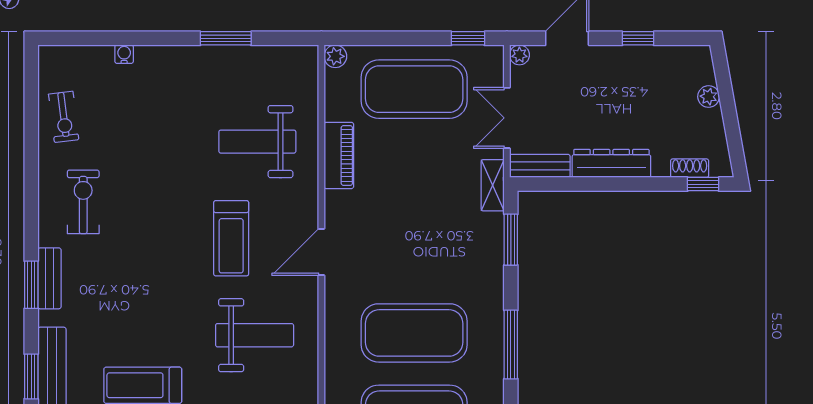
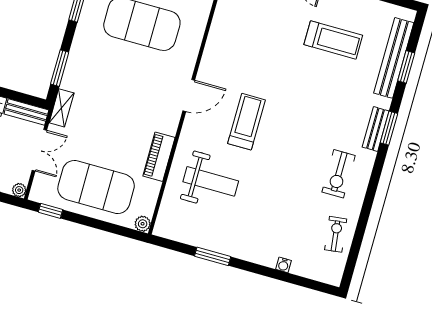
weight bench: (255, 335) -> (249, 52), removed

